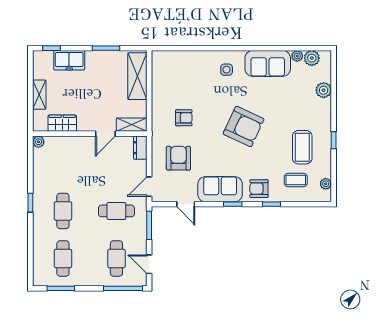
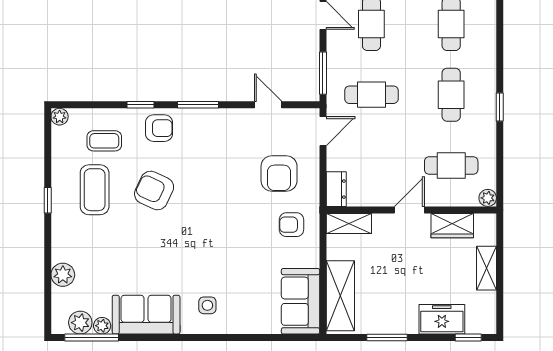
window: (304, 48) -> (92, 337), added
armchair: (184, 118) -> (291, 225), moved
armchair: (244, 126) -> (154, 190), moved, width x0.73, depth x0.73
door: (105, 134) -> (409, 210), moved
cafe table: (63, 163) -> (451, 165), added
plant: (326, 184) -> (60, 117), moved
sofa: (220, 189) -> (301, 301), moved, turned 90
window: (233, 204) -> (198, 105), width x1.50

